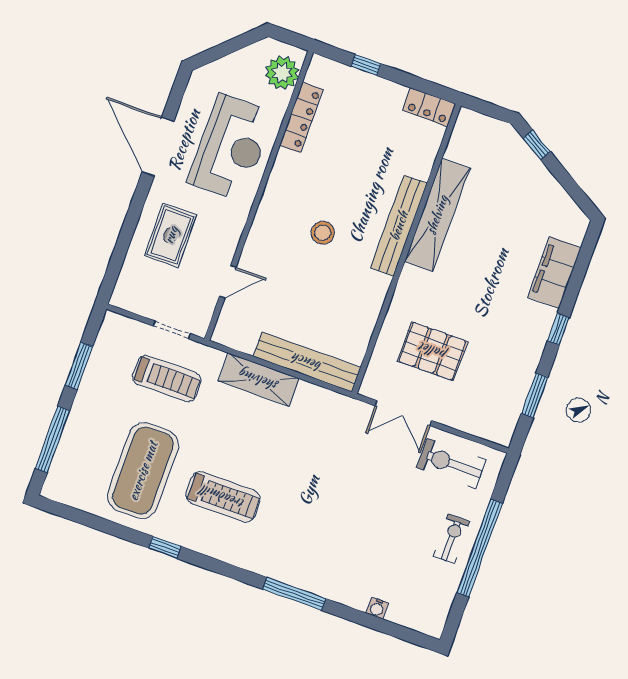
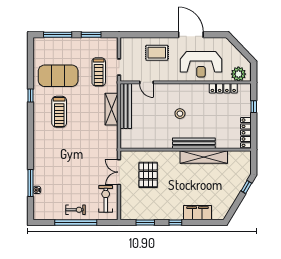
locker: (429, 107) -> (246, 133), width x1.53
door: (158, 146) -> (191, 35), hinge flipped
bench: (307, 362) -> (126, 106), moved
window: (294, 594) -> (30, 183), moved

